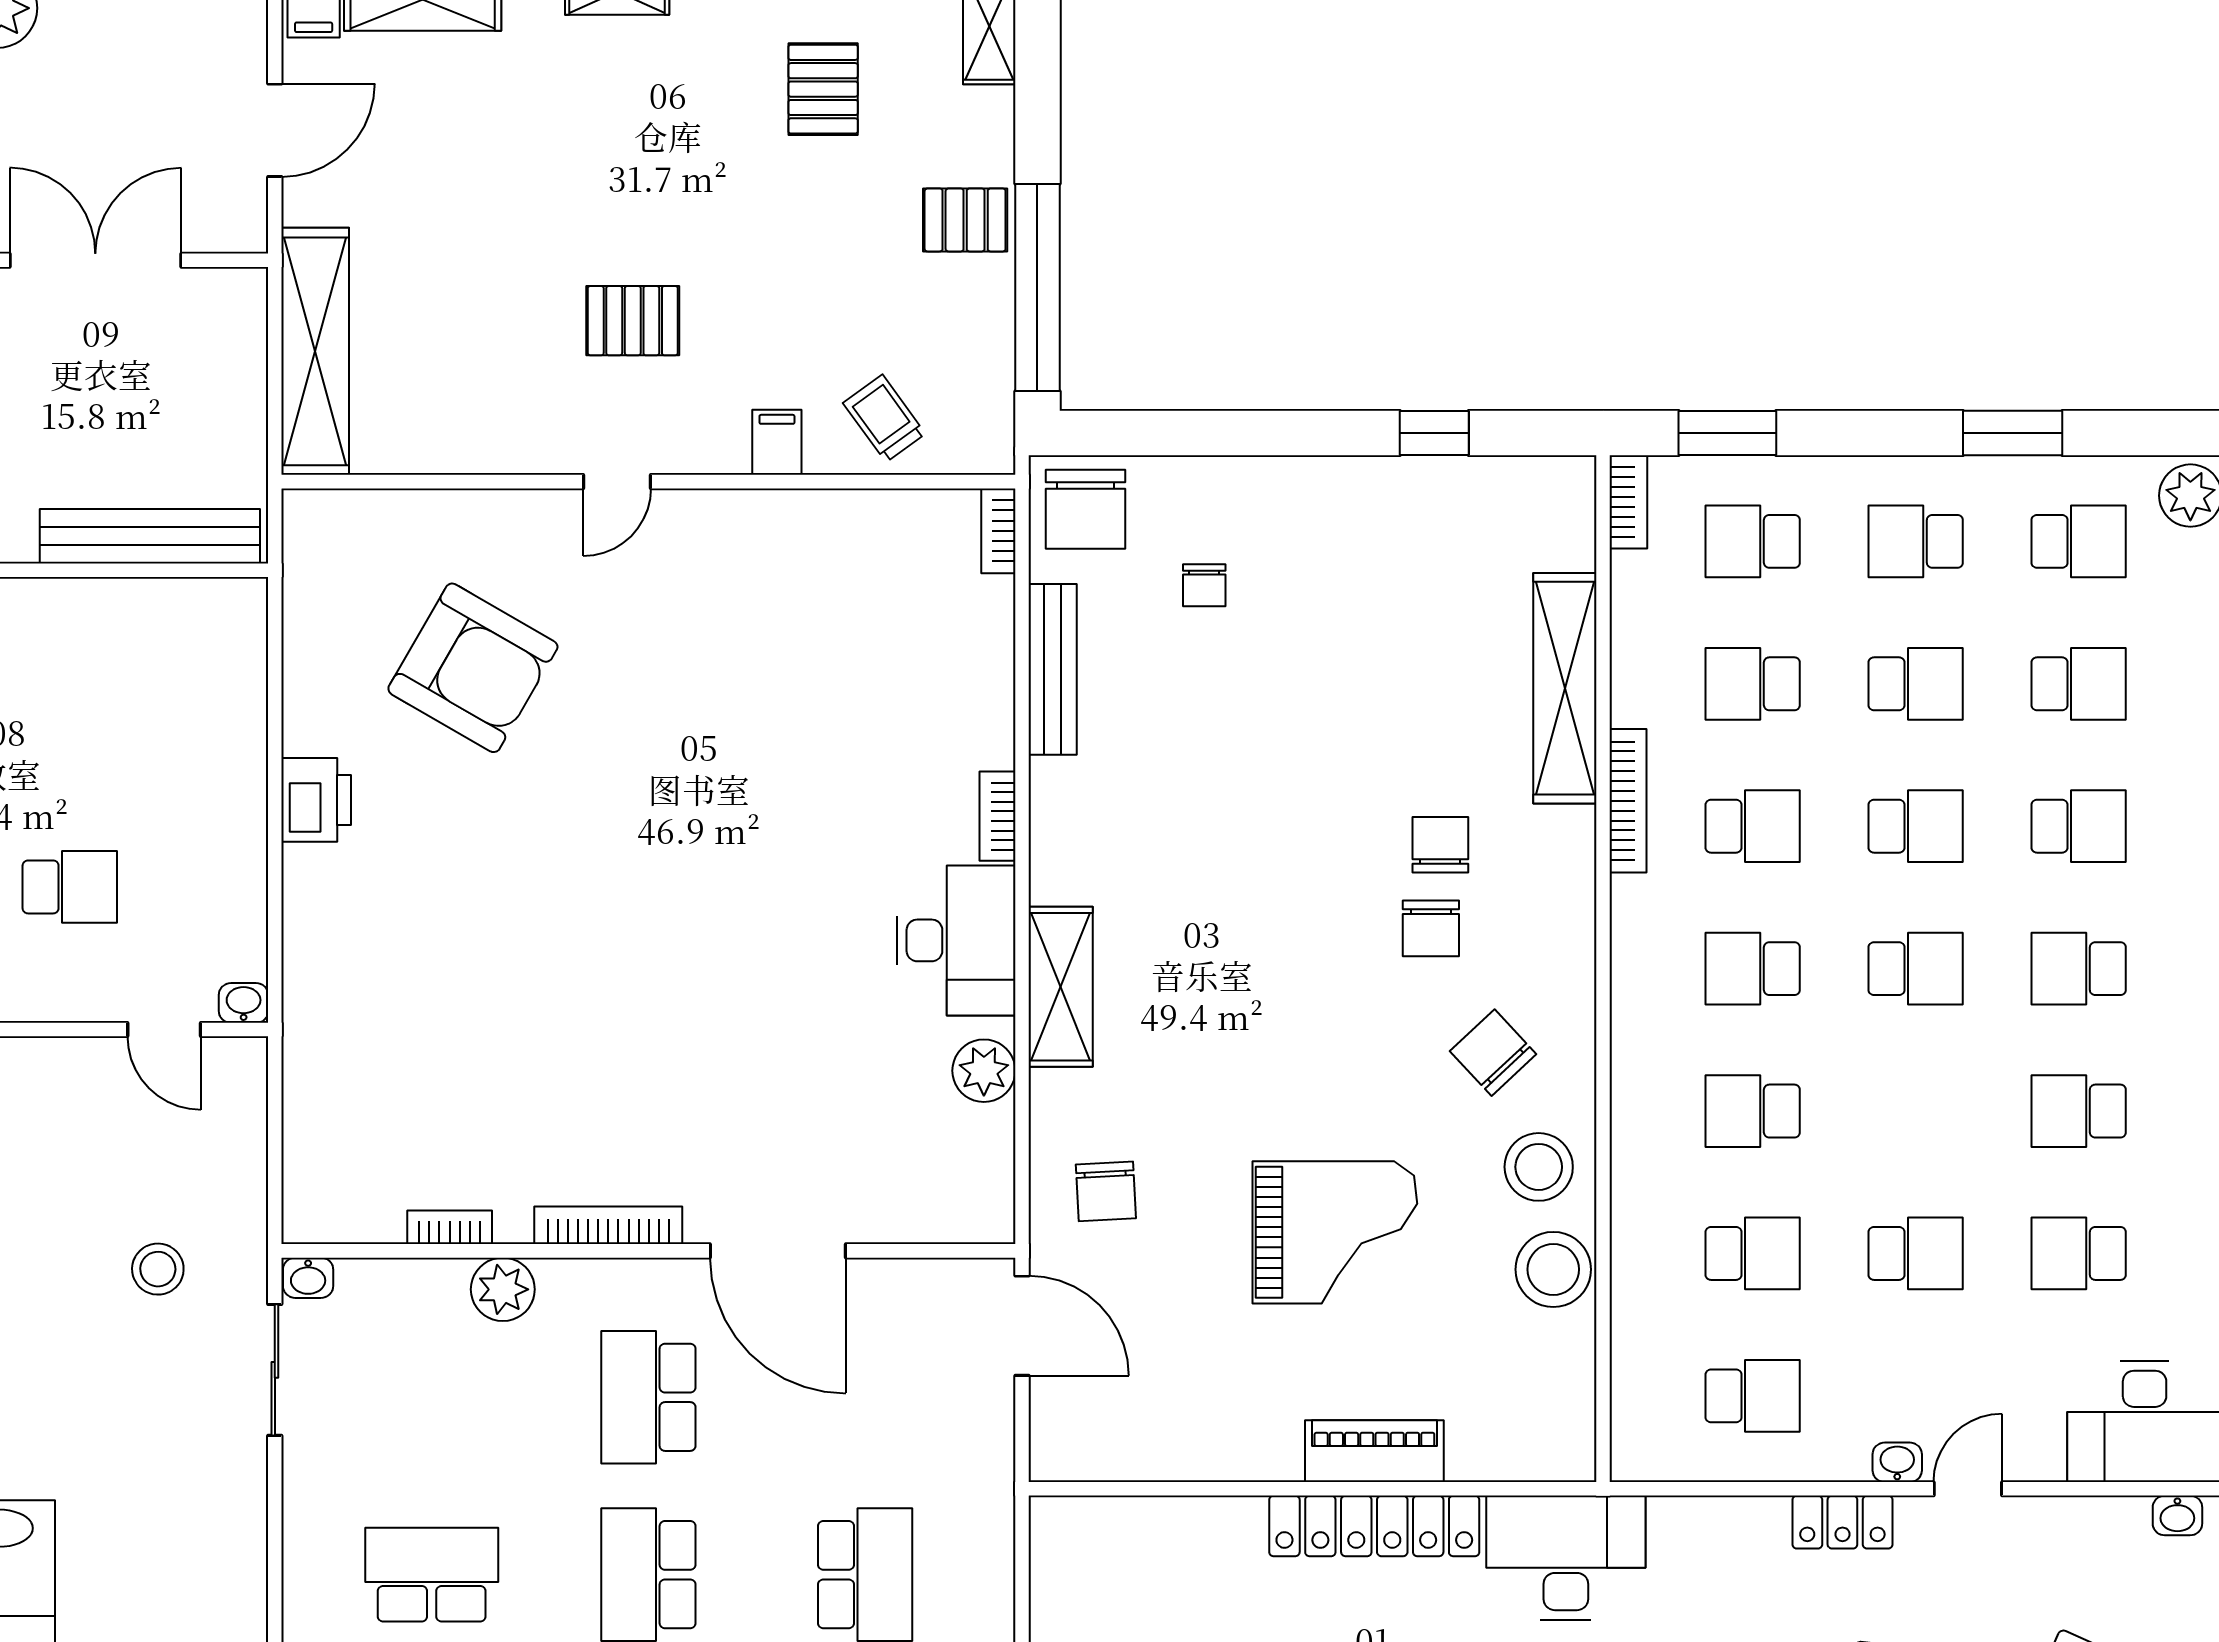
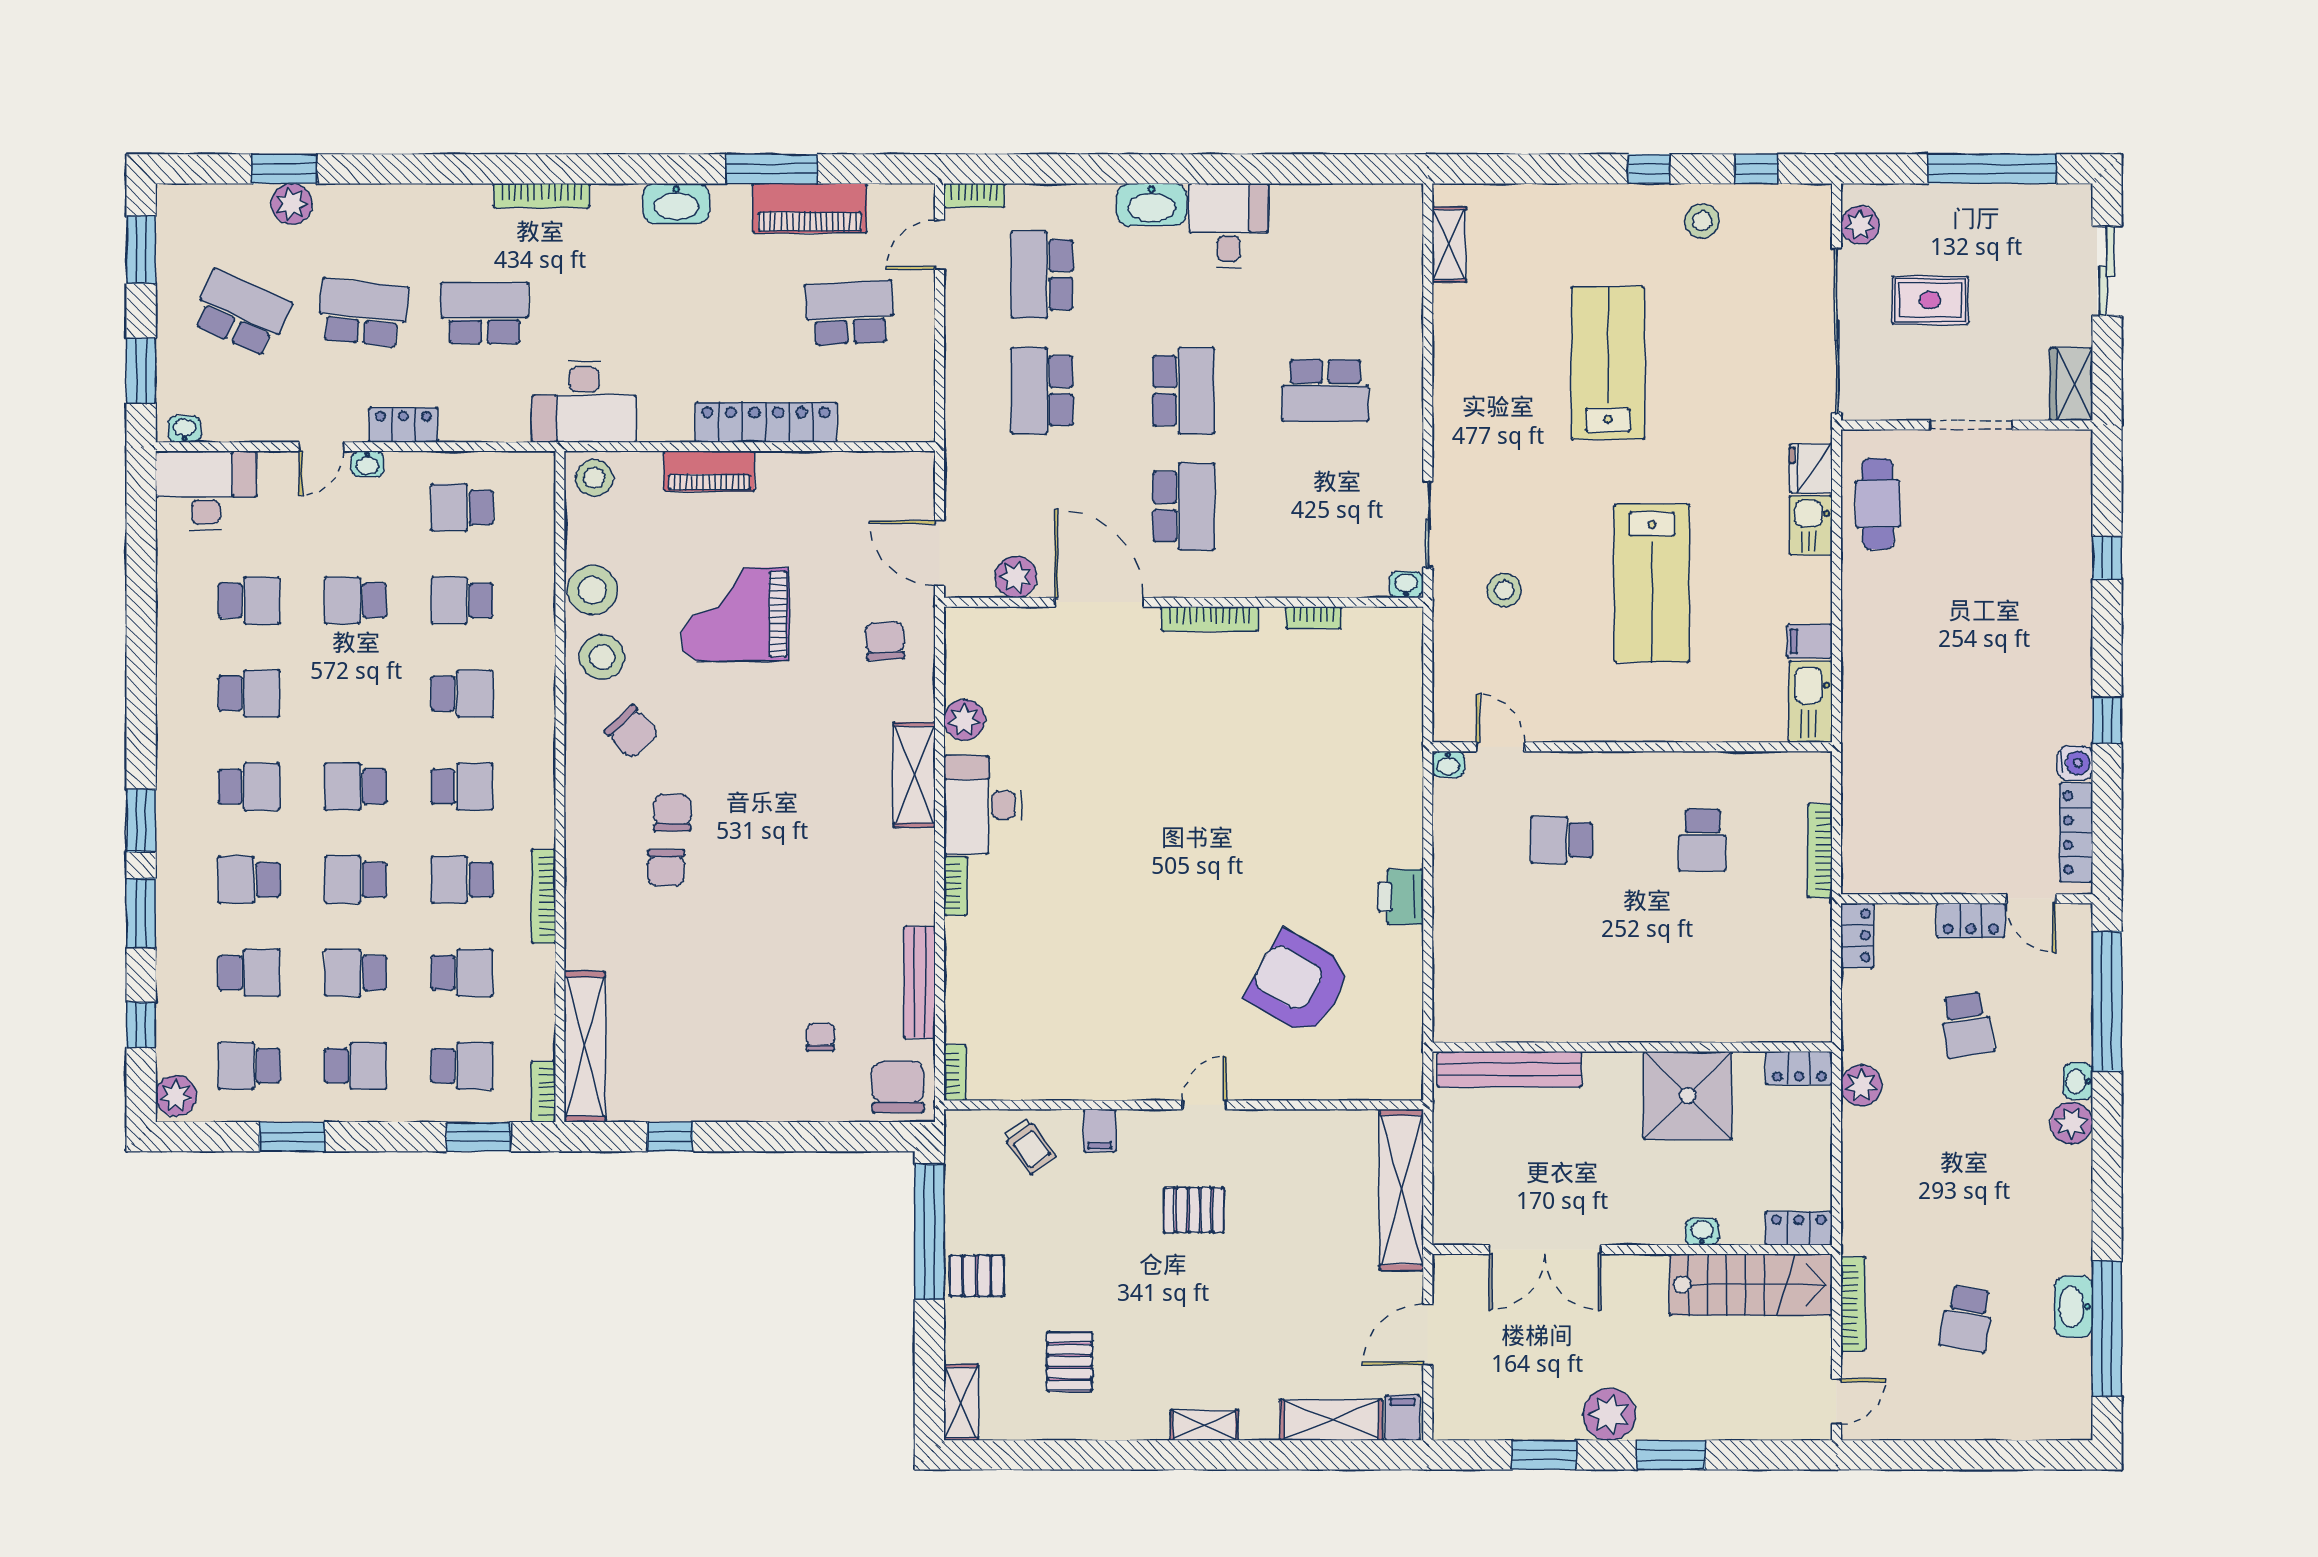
school desk: (2079, 684) -> (249, 973), turned 180
shelving: (1565, 688) -> (585, 1047), moved
plant: (503, 1289) -> (1016, 577), moved
stool: (1550, 1441) -> (594, 478), added
locker: (1374, 1526) -> (766, 422), moved

